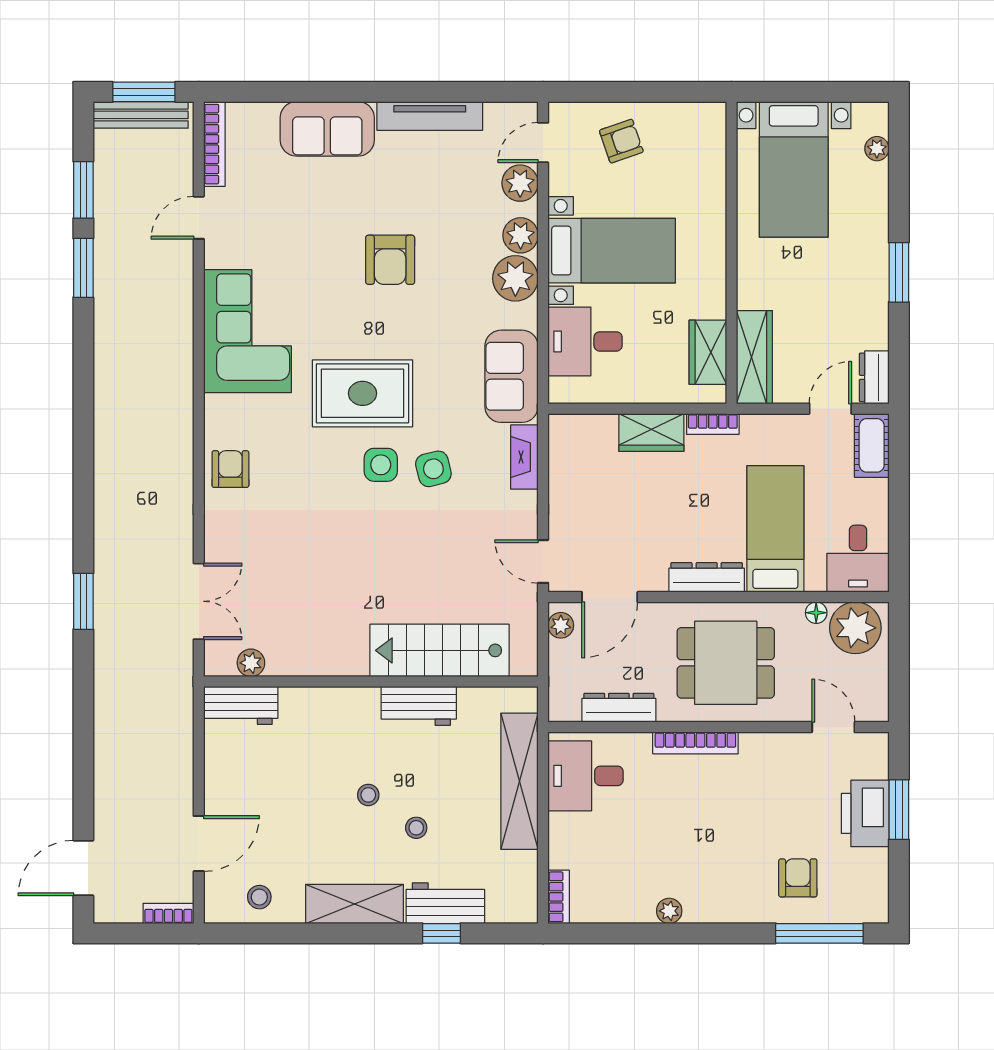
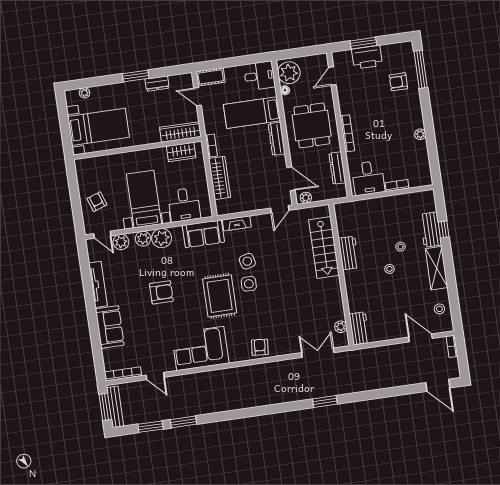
dresser: (874, 377) -> (157, 84), moved
wardrobe: (651, 432) -> (220, 178), width x1.50
armchair: (230, 469) -> (260, 347), turned 95
shelving: (520, 781) -> (374, 206), removed
bookcase: (559, 897) -> (397, 185), moved

